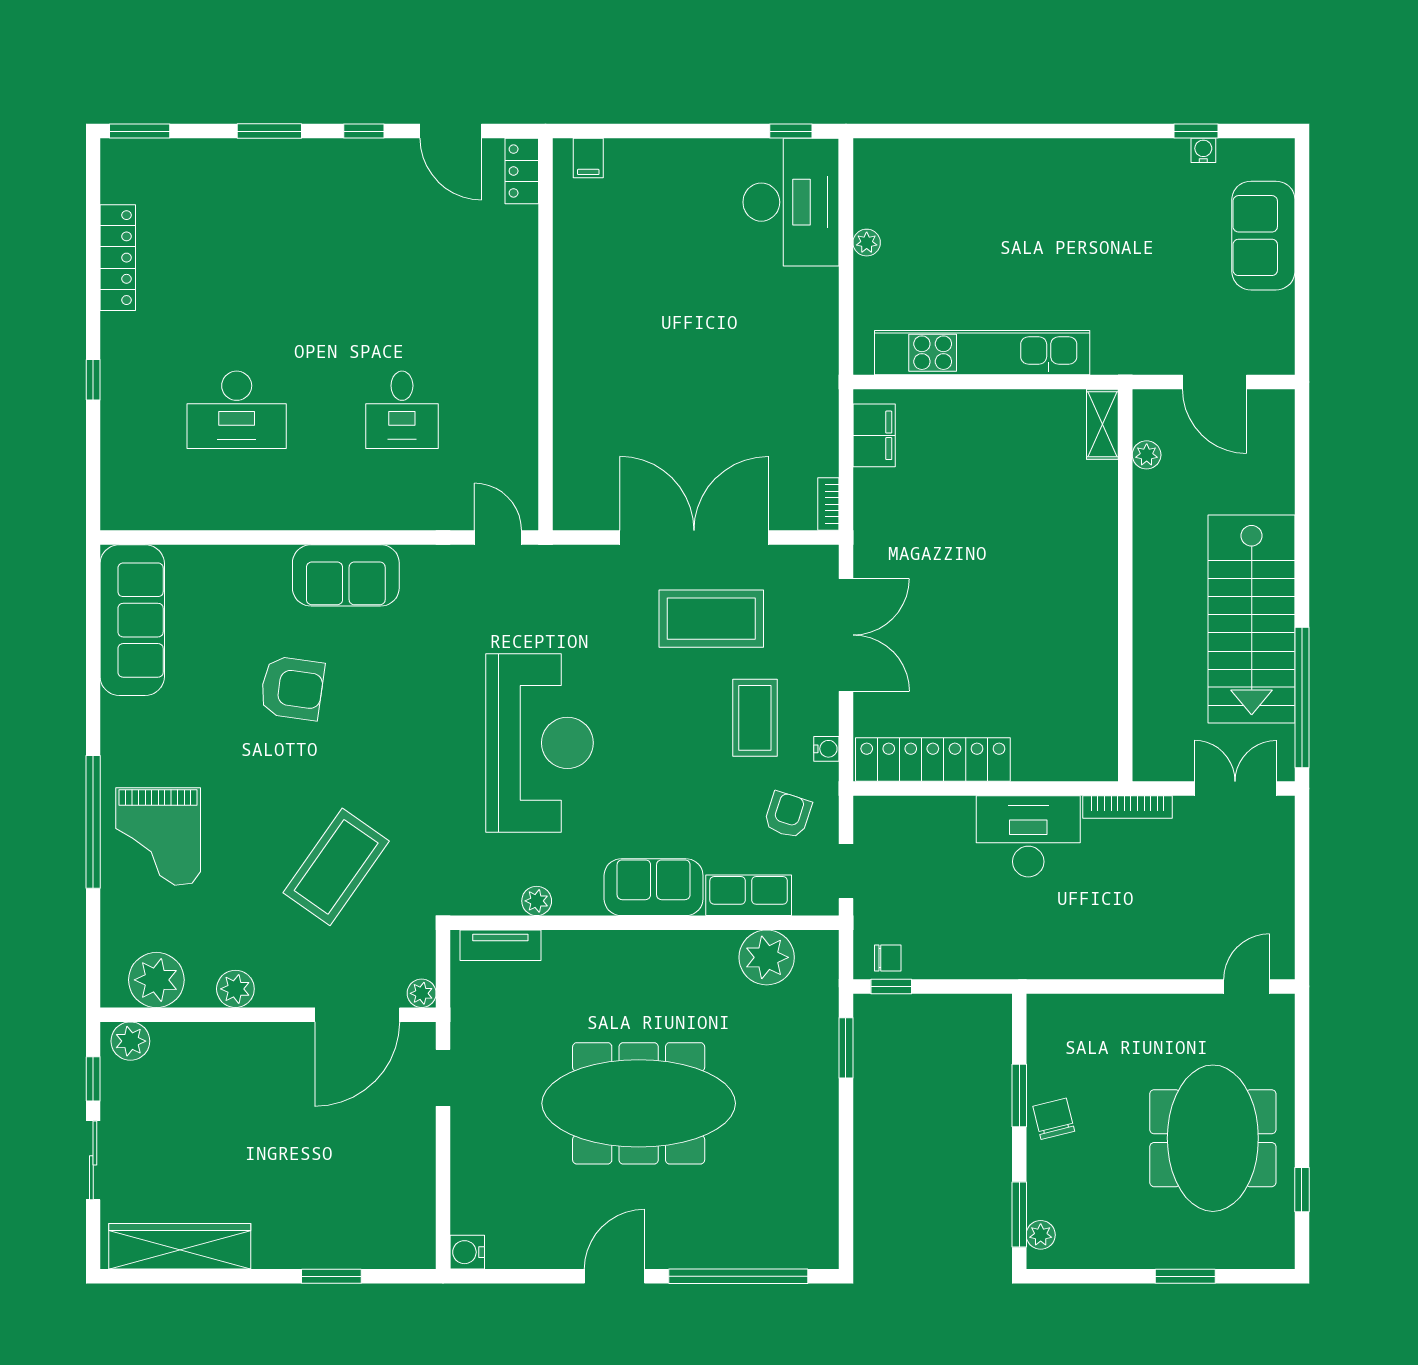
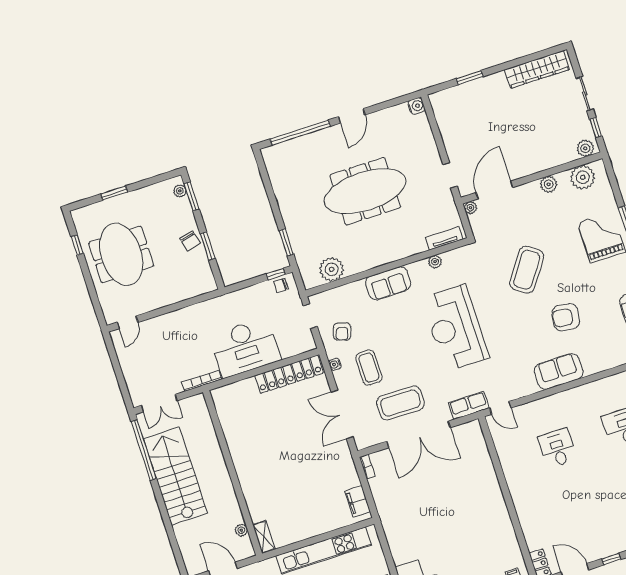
desk: (1028, 836) -> (245, 348), width x1.36, depth x1.30
coffee table: (336, 867) -> (527, 270), moved
row of seats: (749, 895) -> (469, 405), moved, turned 180

